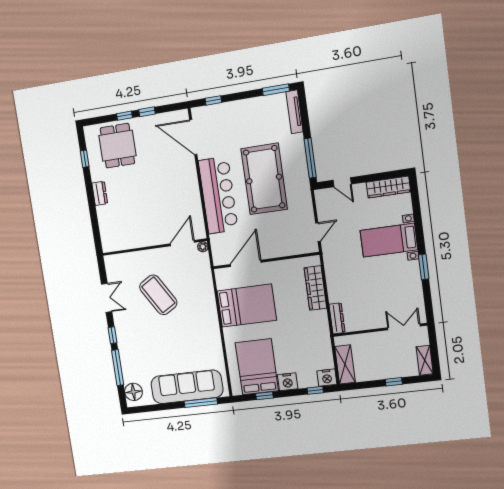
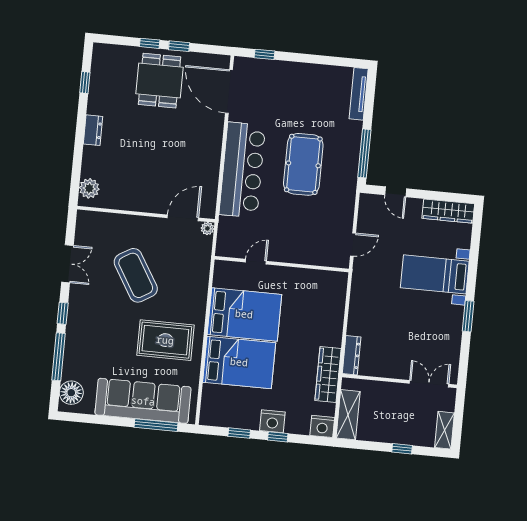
window: (276, 90) -> (343, 62), removed
dining table: (117, 146) -> (159, 81), moved
pool table: (264, 179) -> (303, 164), width x0.73, depth x0.76
plant: (108, 238) -> (89, 188), added
door: (246, 263) -> (256, 262), width x0.53
wardrobe: (315, 288) -> (328, 374), moved
rug: (192, 338) -> (165, 340), added
bed: (257, 367) -> (239, 362), moved, turned 90
window: (315, 390) -> (278, 437), moved

